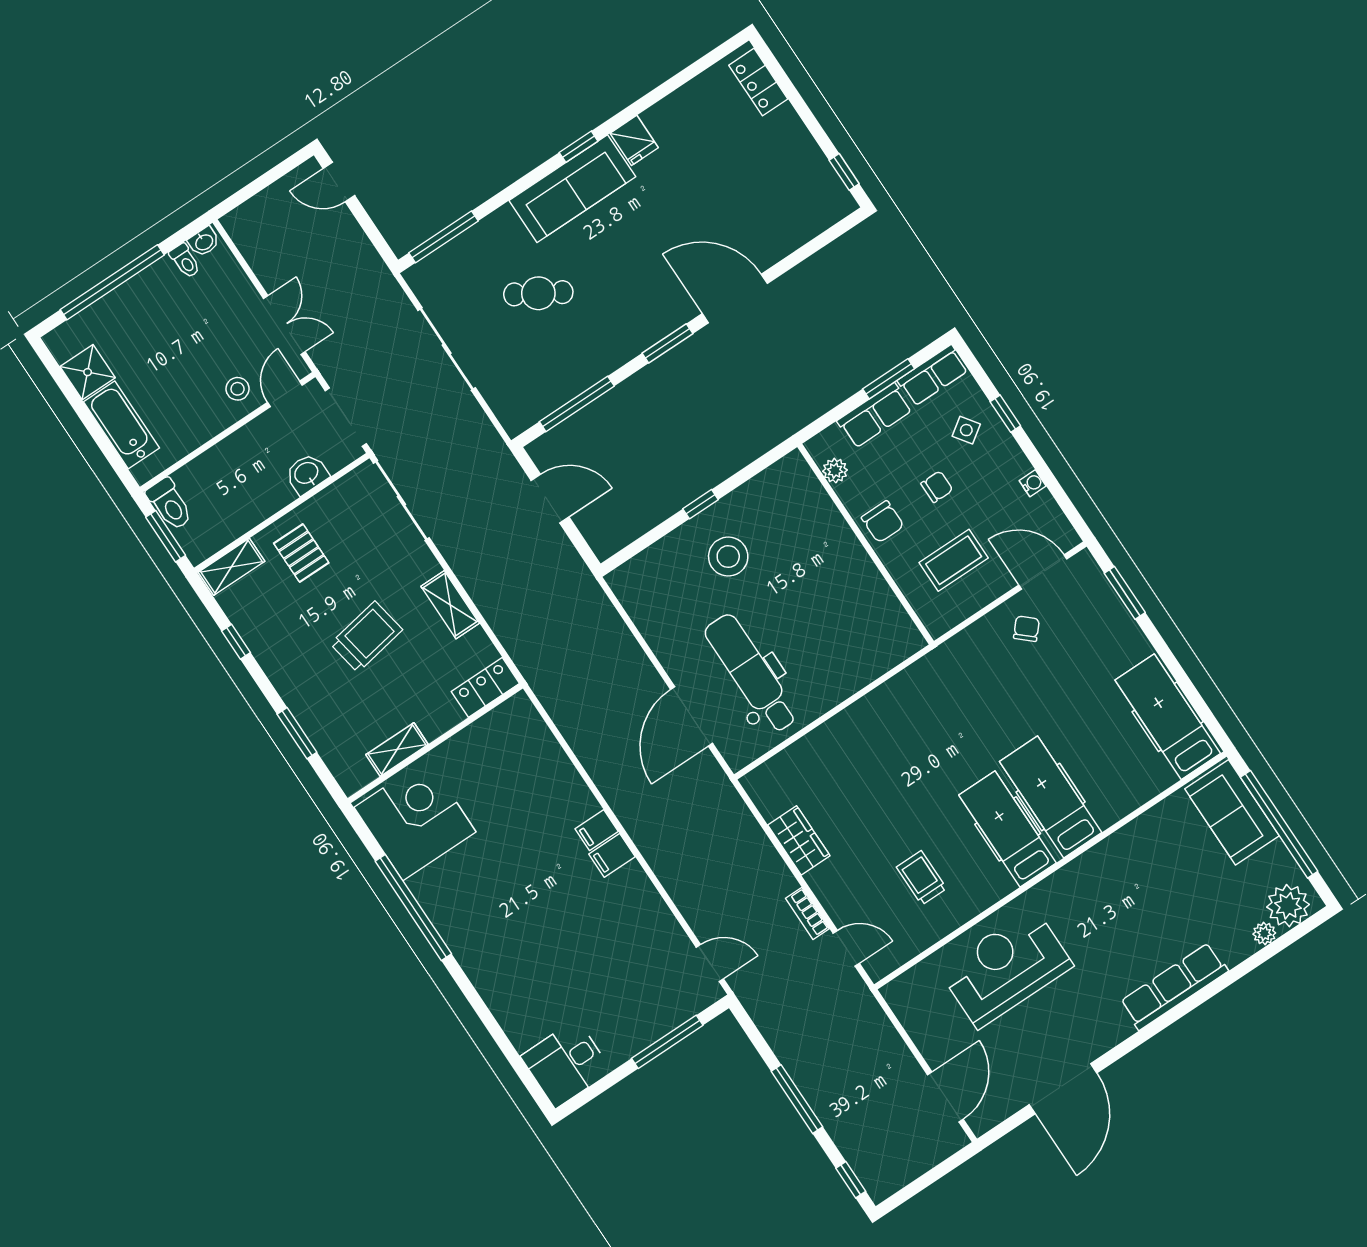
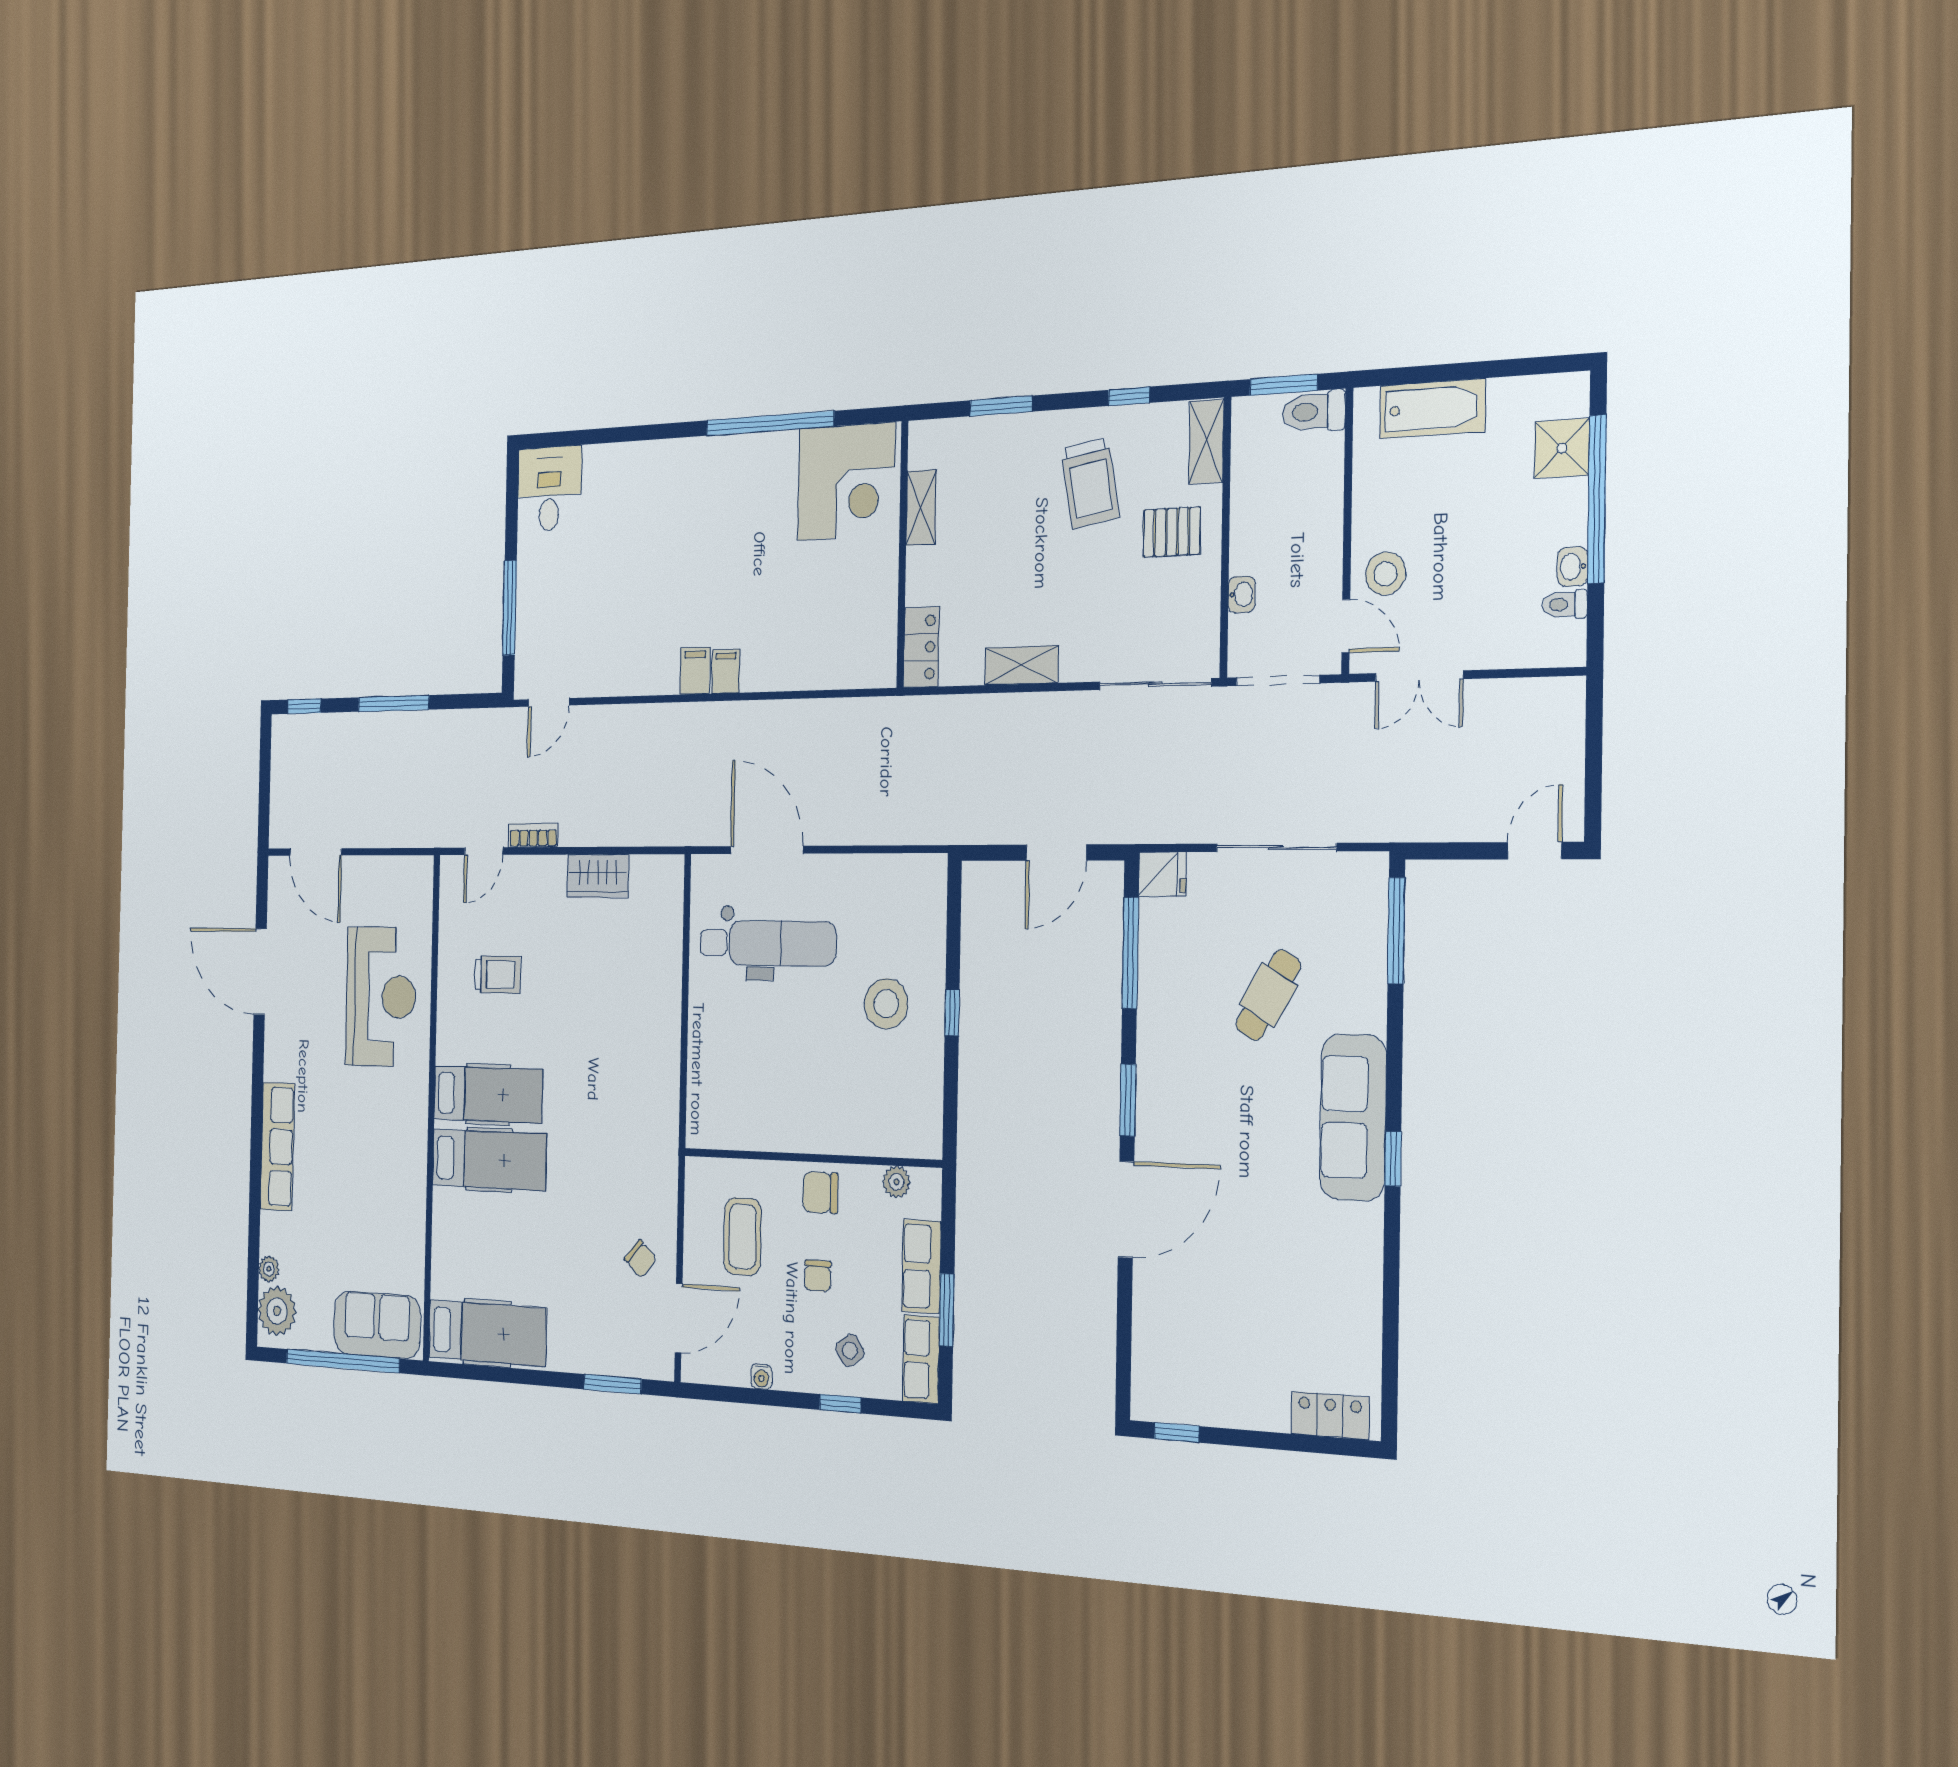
fridge: (634, 140) -> (1162, 874), moved, turned 180
washbasin: (204, 242) -> (1573, 567), moved
shower: (88, 372) -> (1562, 448), moved
stool: (238, 389) -> (1386, 574), width x1.37, depth x1.37
washbasin: (307, 474) -> (1242, 595), width x0.72, depth x0.69
trolley: (366, 637) -> (1090, 483), moved

